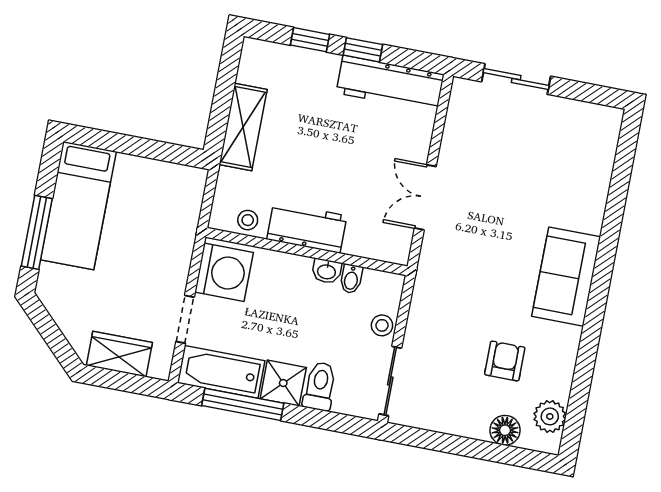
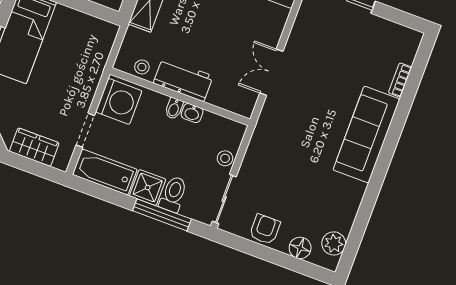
bookcase: (603, 178) -> (400, 80), added
sofa: (566, 277) -> (366, 135), width x1.36
bidet: (351, 279) -> (174, 108), moved
armchair: (505, 361) -> (265, 229), moved
window: (243, 404) -> (162, 215), moved

